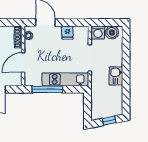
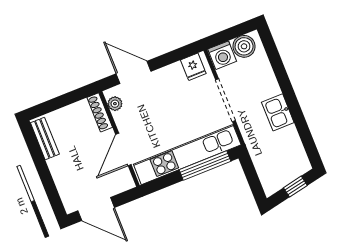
fridge: (68, 33) -> (193, 67), moved
kitchen unit: (65, 79) -> (187, 155), width x1.36
window: (47, 89) -> (205, 166), moved

